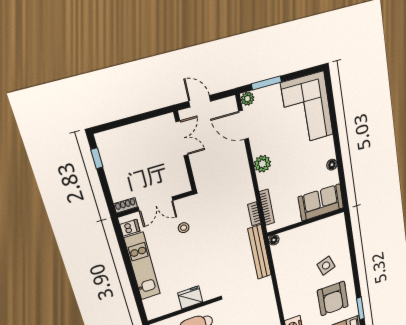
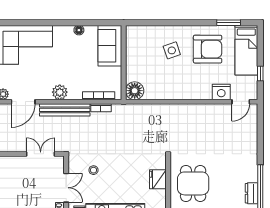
double door: (182, 138) -> (41, 154), moved
floor lamp: (274, 240) -> (135, 91), width x1.89, depth x1.89
bench: (260, 252) -> (65, 110), moved

